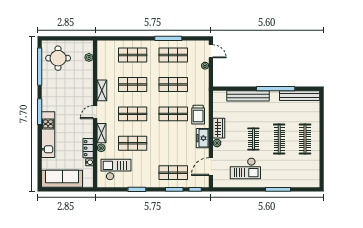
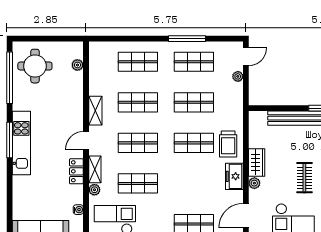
door: (211, 51) -> (246, 57), hinge flipped
kitchen unit: (48, 135) -> (21, 143), moved
locker: (88, 148) -> (76, 171), moved

